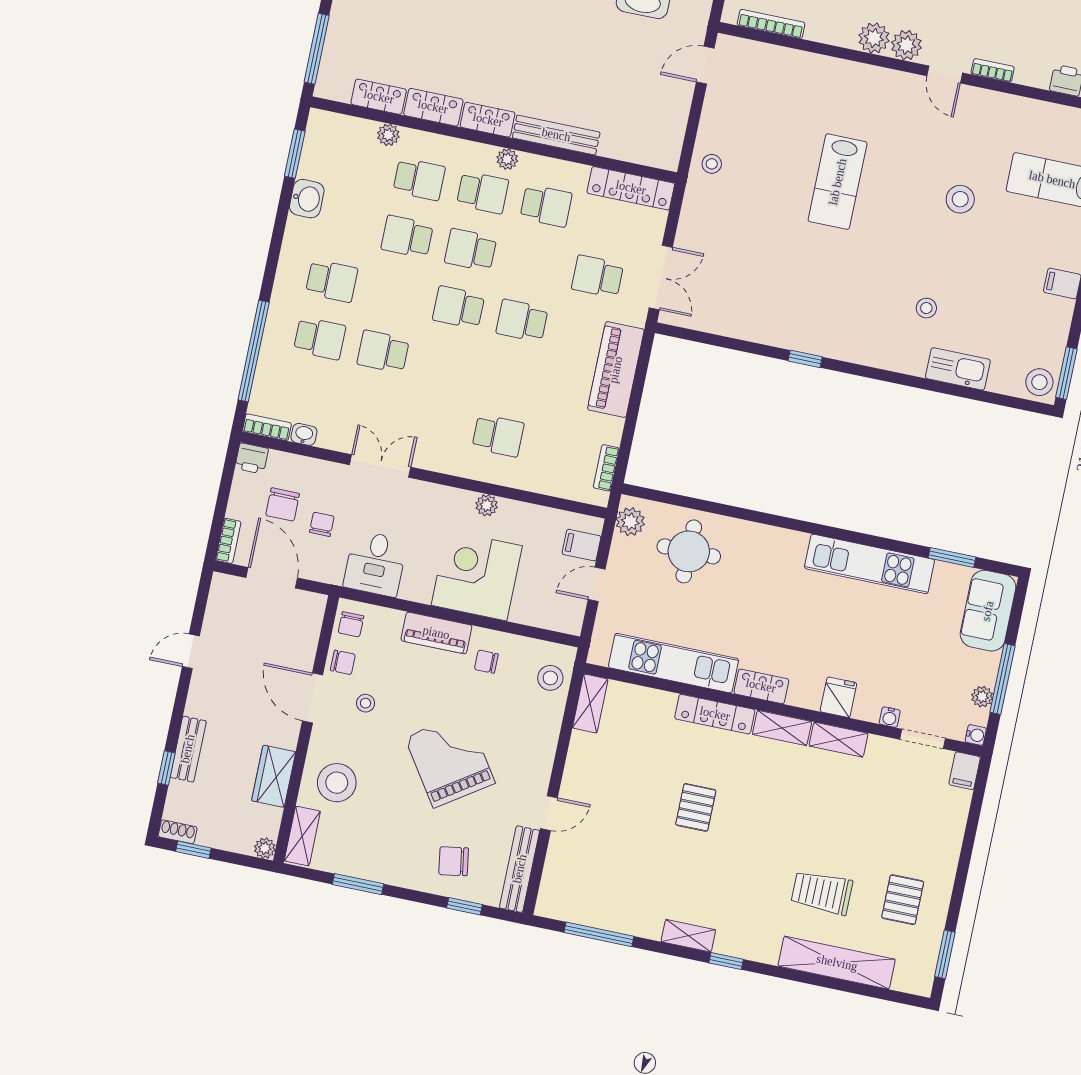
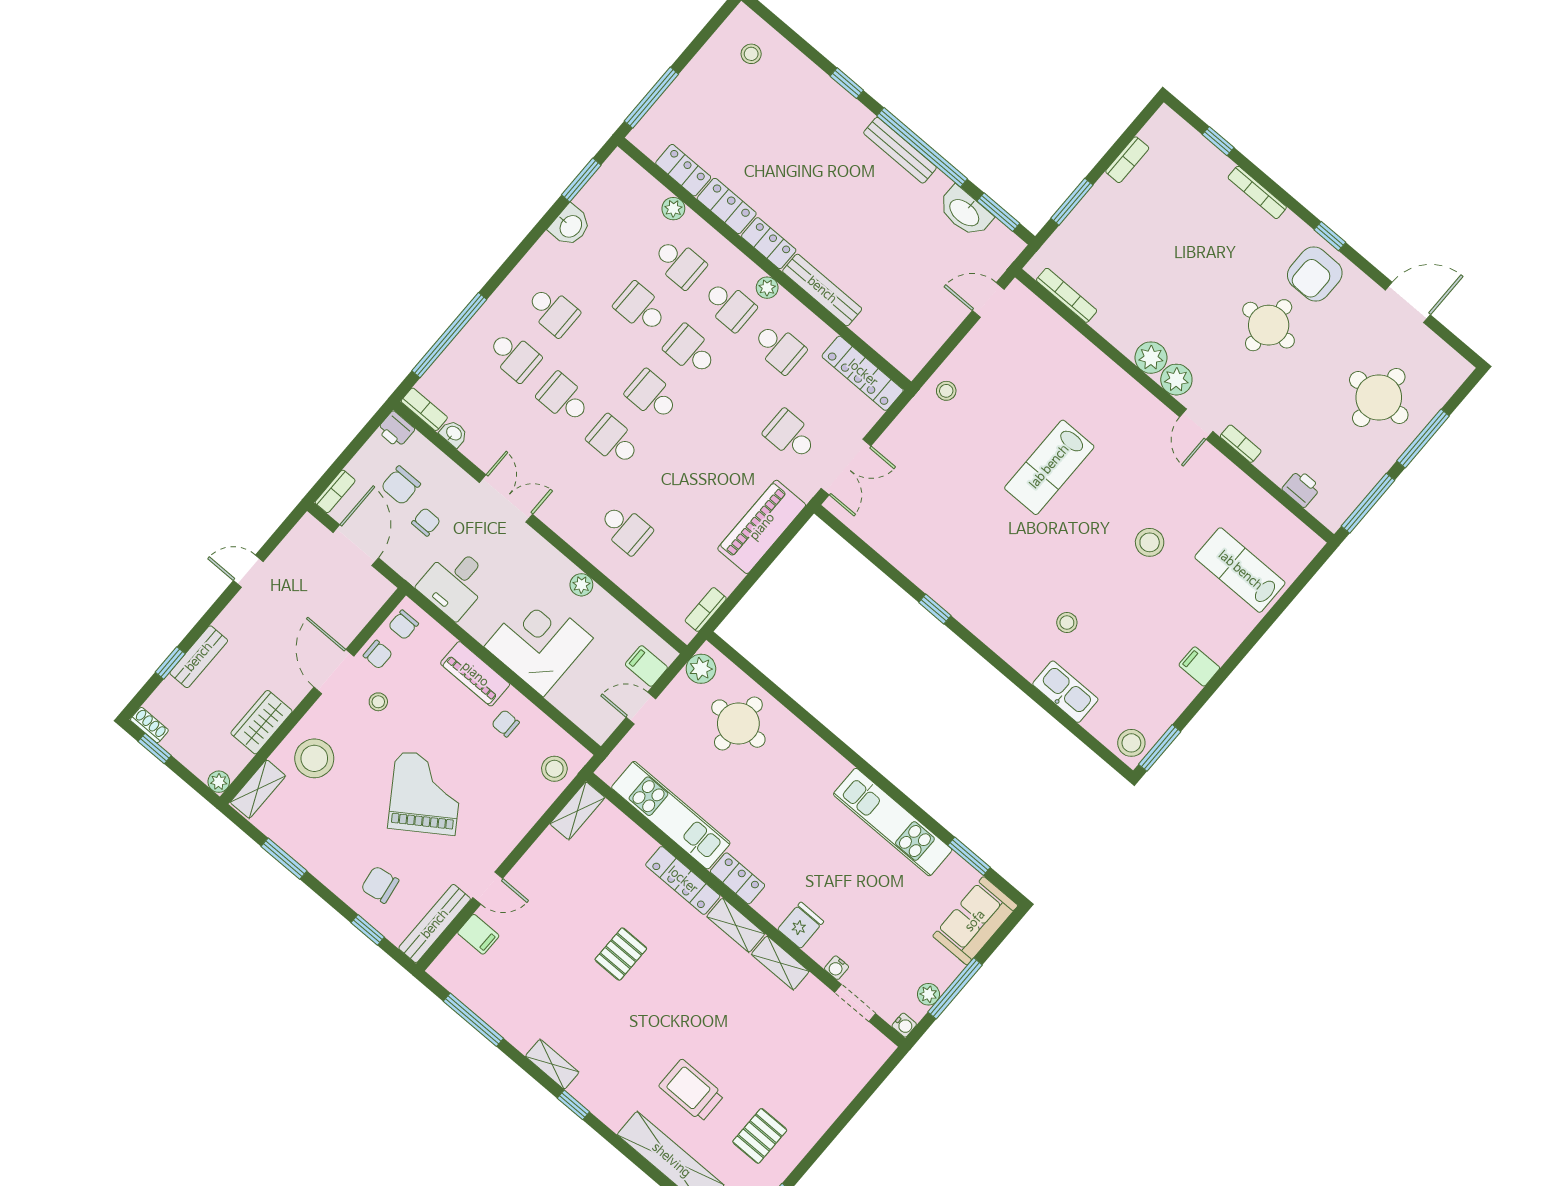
school desk: (522, 321) -> (614, 441), moved
filing cabinet: (965, 771) -> (478, 934), moved, turned -90

